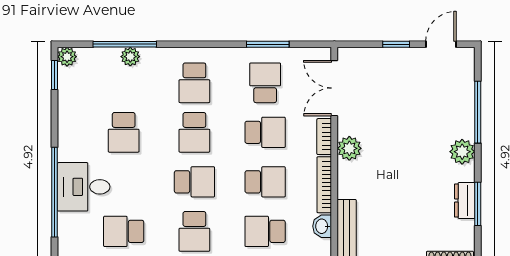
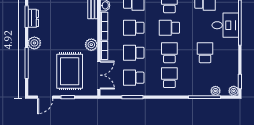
plant: (130, 57) -> (215, 91), moved
school desk: (265, 83) -> (134, 78), turned 90
rug: (392, 96) -> (70, 71), added

